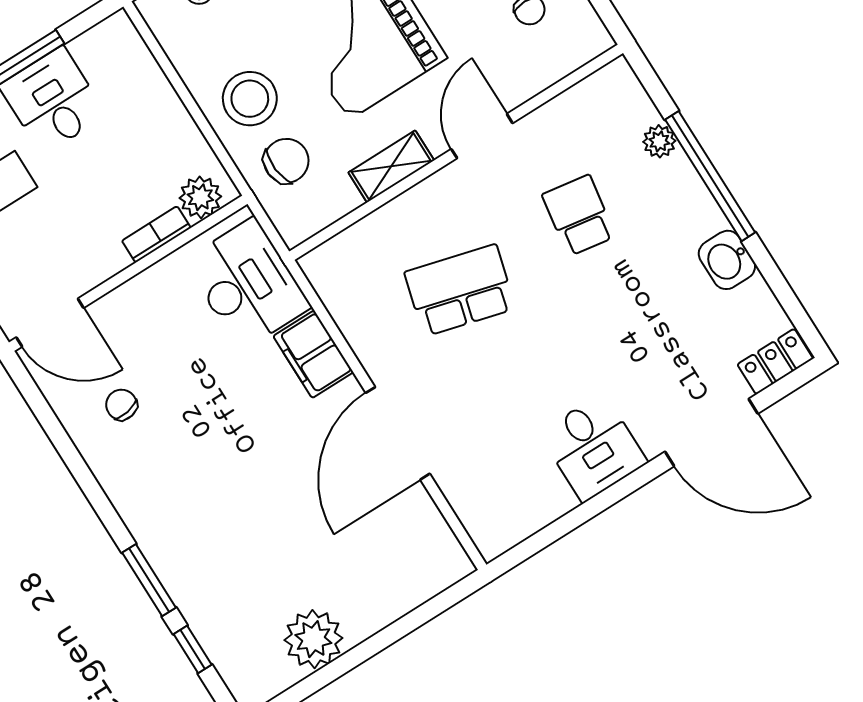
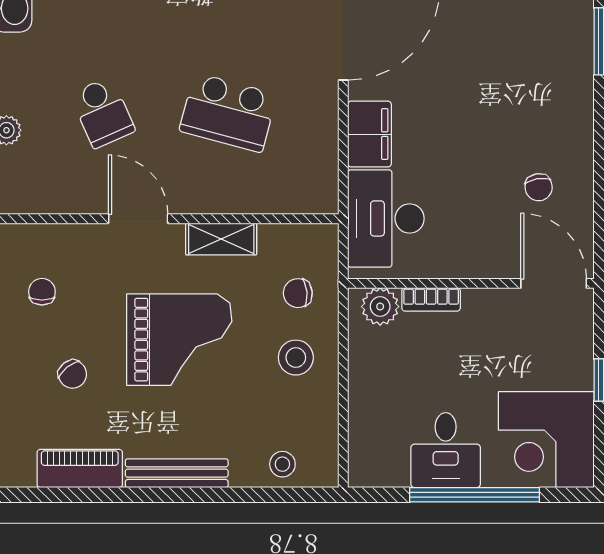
stool: (250, 99) -> (296, 358), width x0.73, depth x0.73
door: (482, 136) -> (138, 219), swing flipped
chair: (286, 161) -> (298, 293), width x0.73, depth x0.73
school desk: (579, 215) -> (103, 113), turned -33

